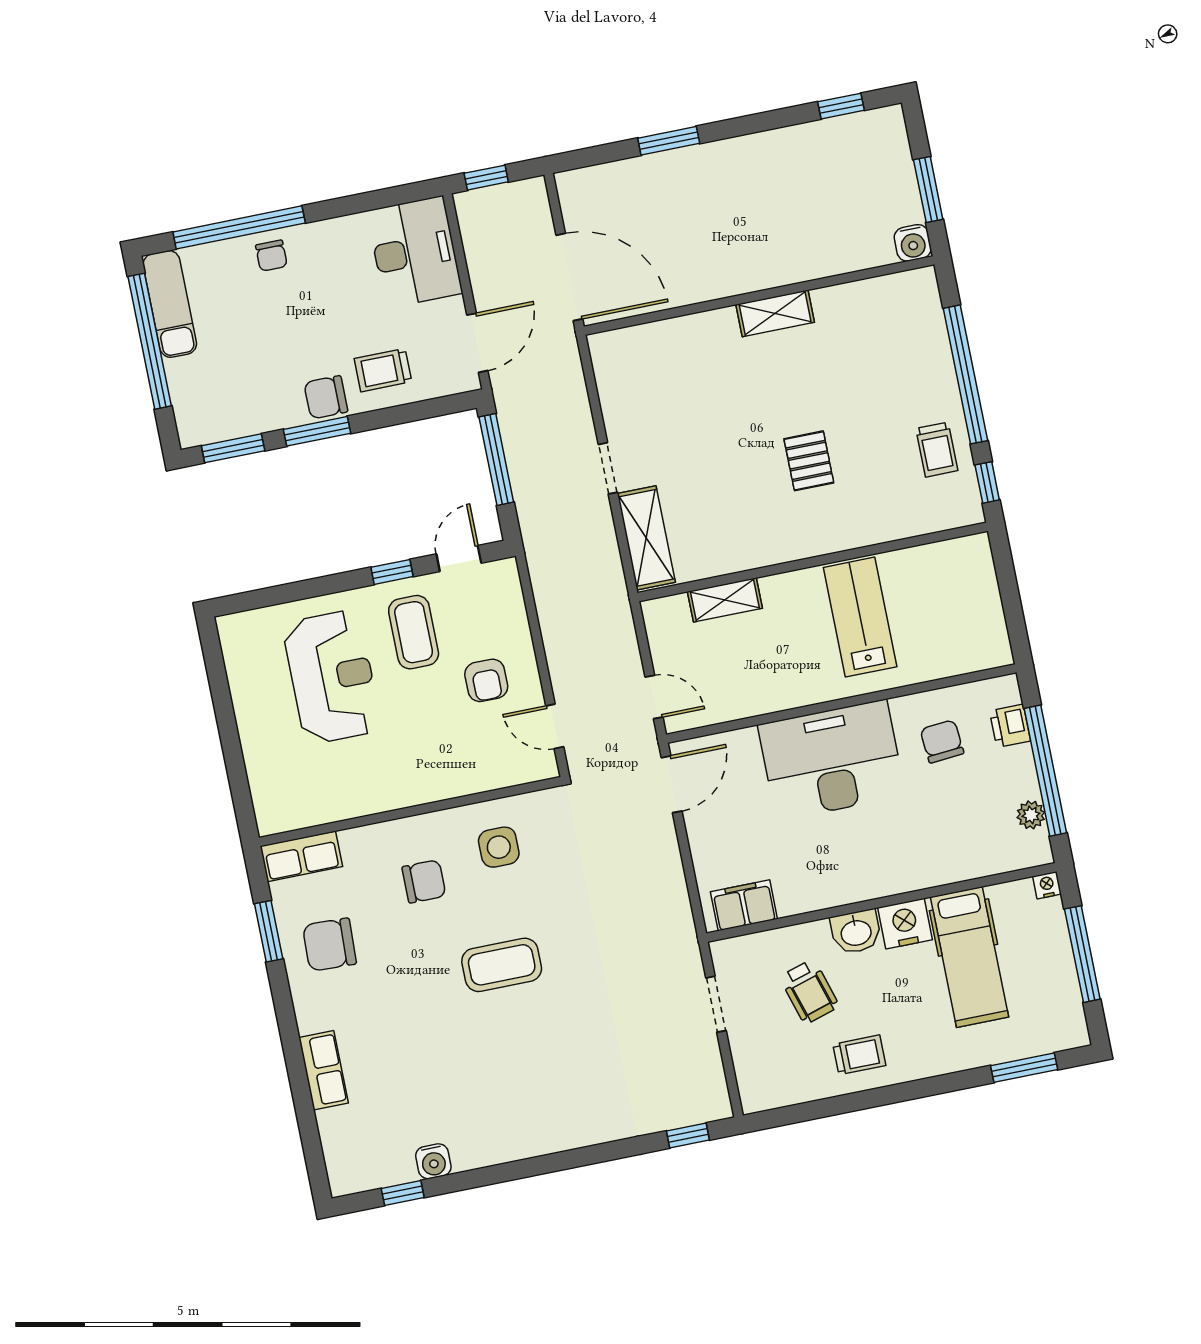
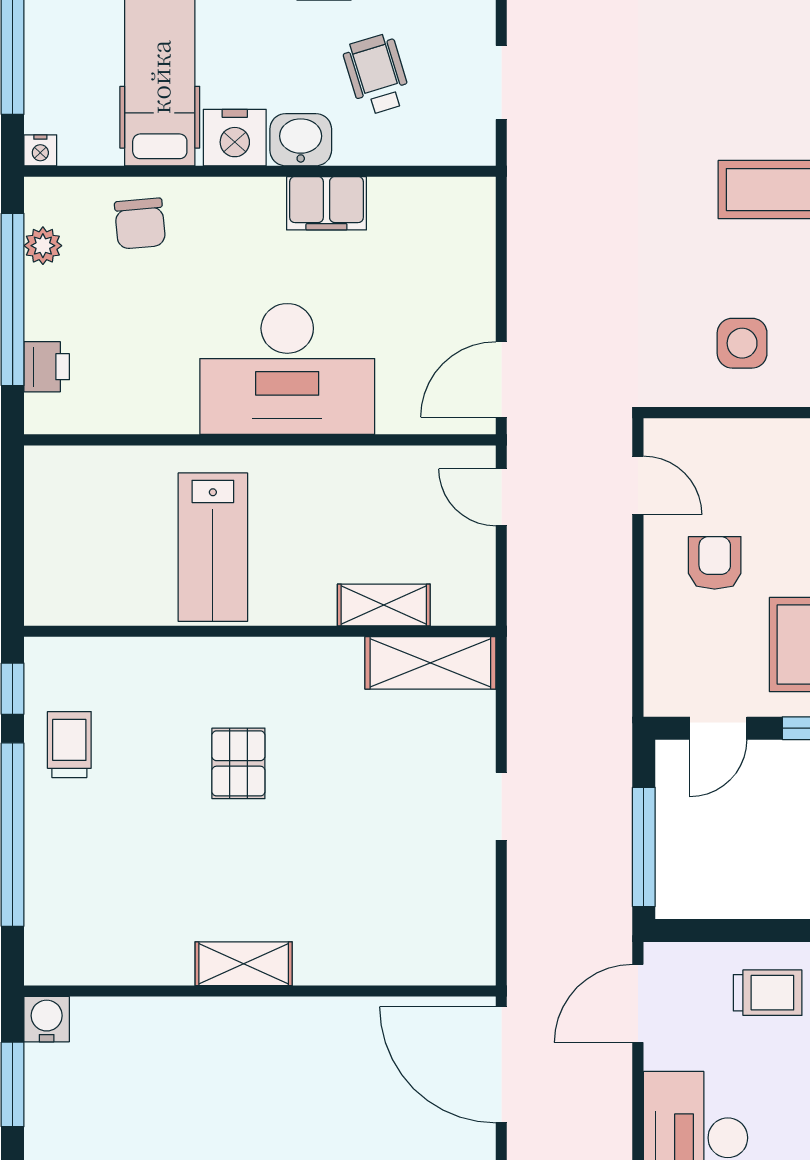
shelving: (646, 538) -> (430, 663), moved, turned 90
chair: (942, 741) -> (140, 224), moved
filing cabinet: (744, 905) -> (326, 203), moved

